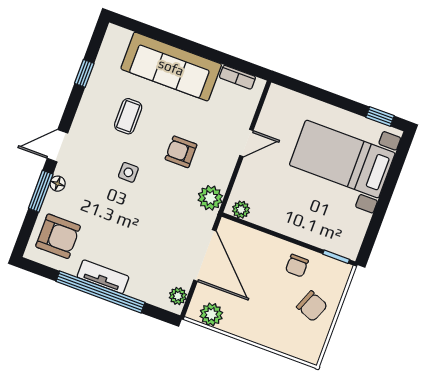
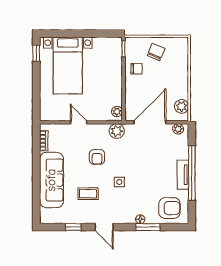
door: (57, 146) -> (104, 227), moved
armchair: (58, 236) -> (169, 208), turned 90

